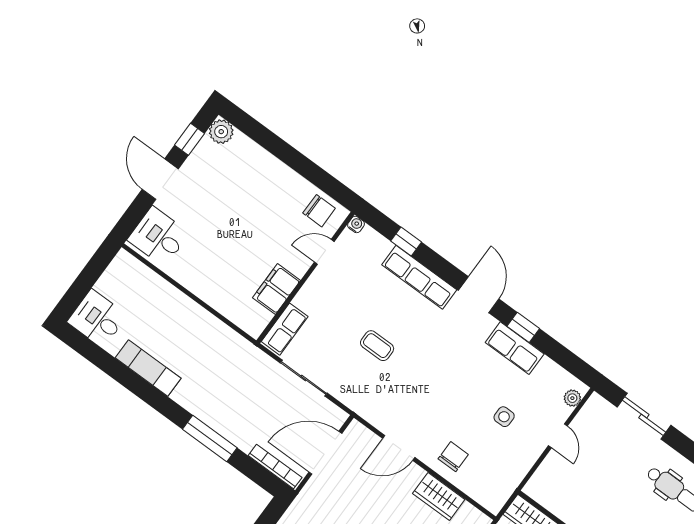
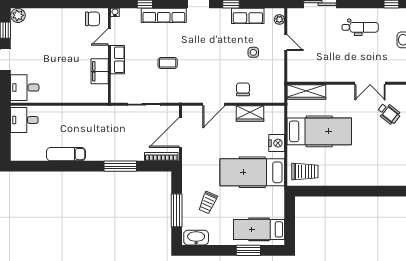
desk: (97, 318) -> (24, 120), moved
row of seats: (285, 329) -> (118, 60), moved
row of seats: (515, 348) -> (248, 16), moved

